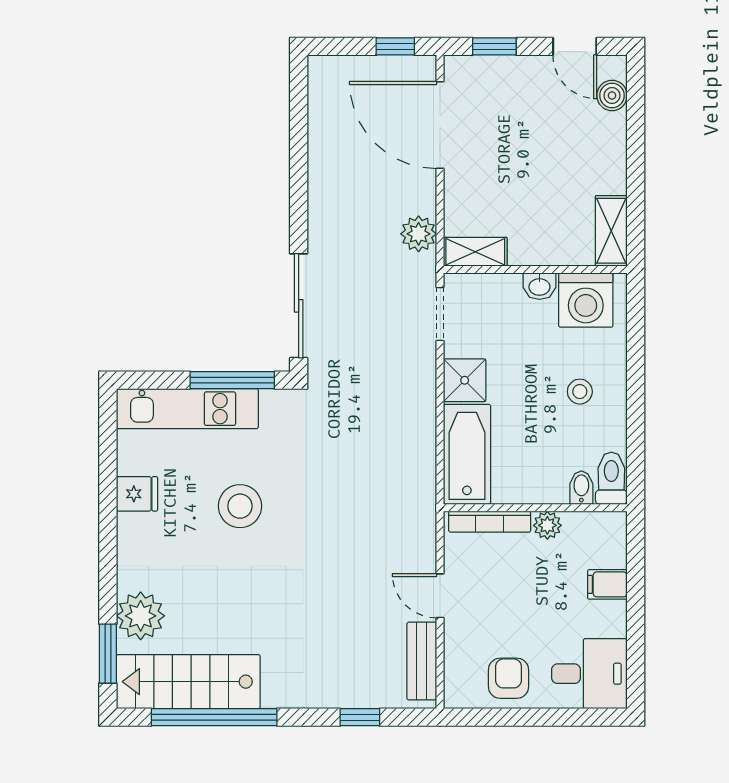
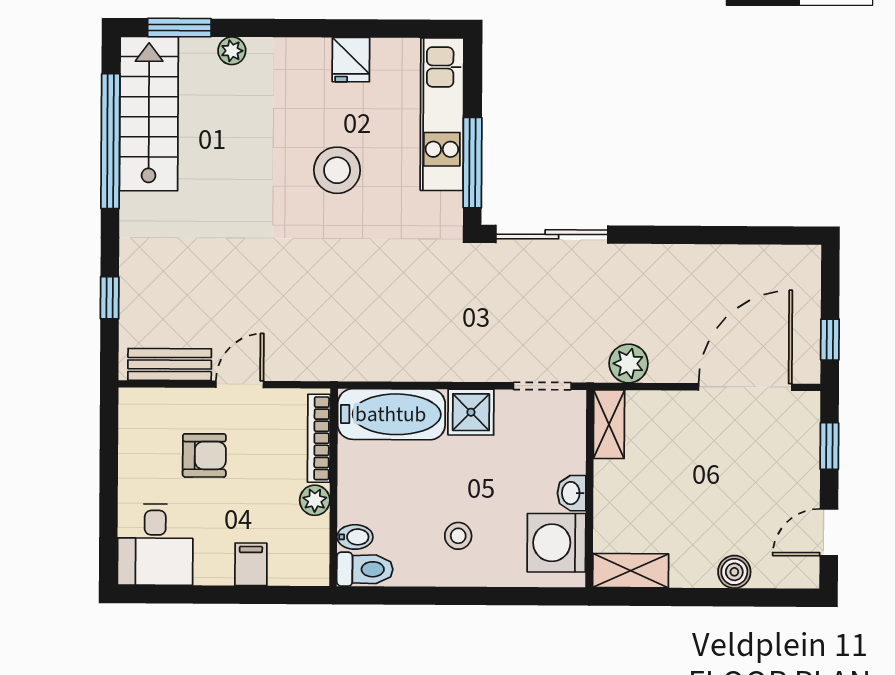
boiler: (612, 95) -> (734, 572), moved
plant: (141, 616) -> (232, 51), width x0.53, depth x0.53
armchair: (509, 678) -> (204, 455), moved

